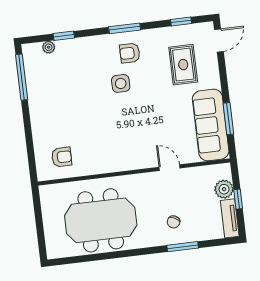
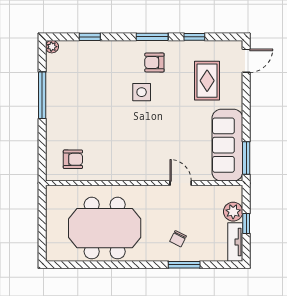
window: (181, 22) -> (194, 37), moved
plant: (49, 47) -> (52, 47), moved
window: (22, 77) -> (42, 95), moved
window: (228, 119) -> (246, 158), moved

